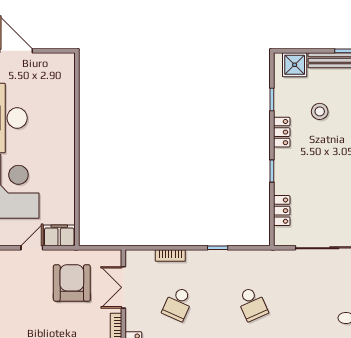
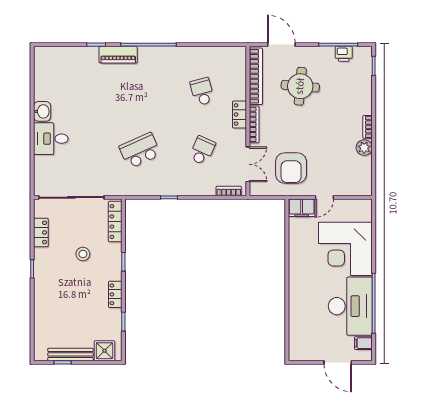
stool: (320, 111) -> (83, 254), moved
locker: (282, 211) -> (115, 222), width x1.53
bookcase: (170, 256) -> (229, 191), moved
school desk: (252, 304) -> (140, 151), width x1.85

